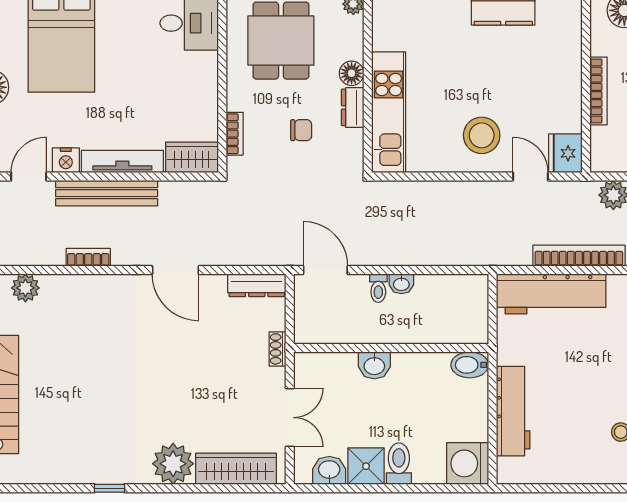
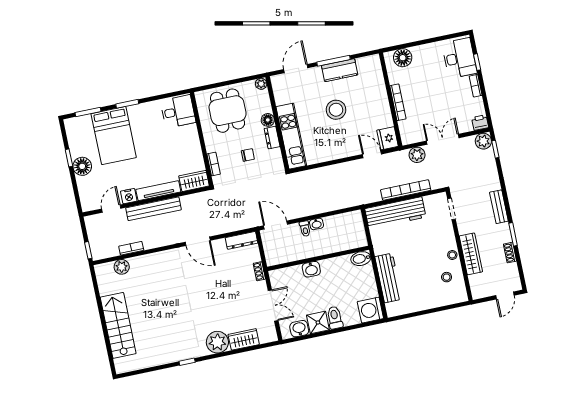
stool: (482, 135) -> (336, 110), moved
bookcase: (88, 257) -> (131, 248), moved
wardrobe: (236, 469) -> (244, 339), width x0.67

